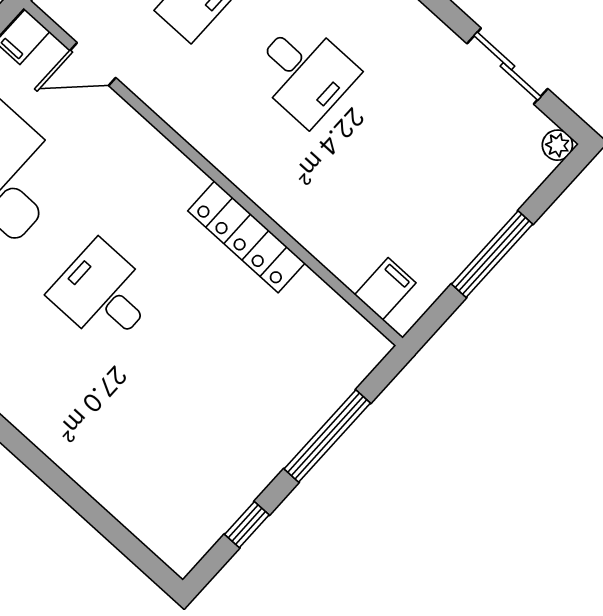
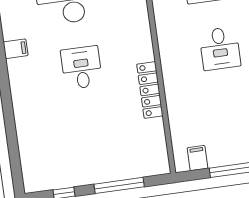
filing cabinet: (385, 289) -> (197, 158), moved, turned -90

